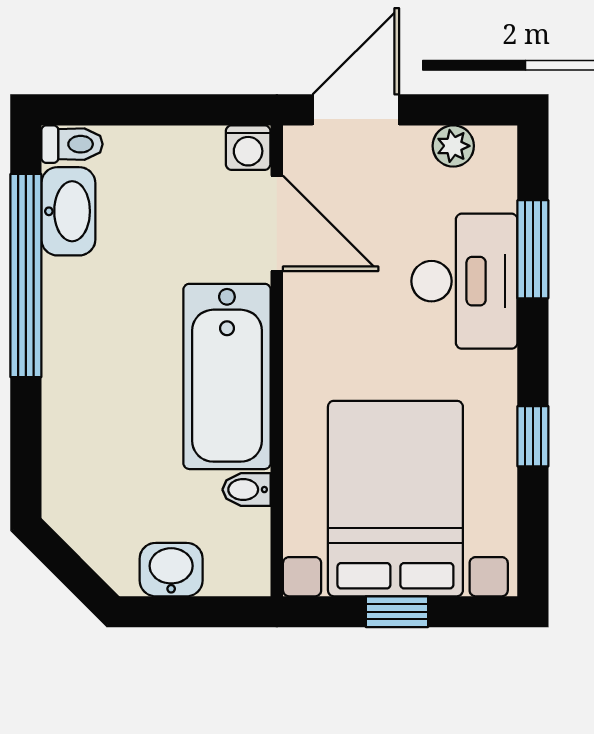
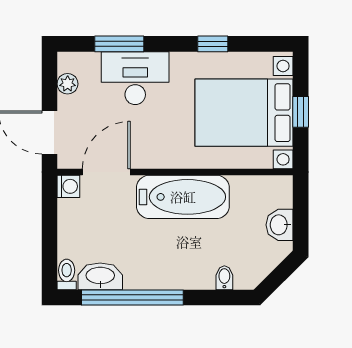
bidet: (247, 490) -> (224, 278), moved, turned 180

